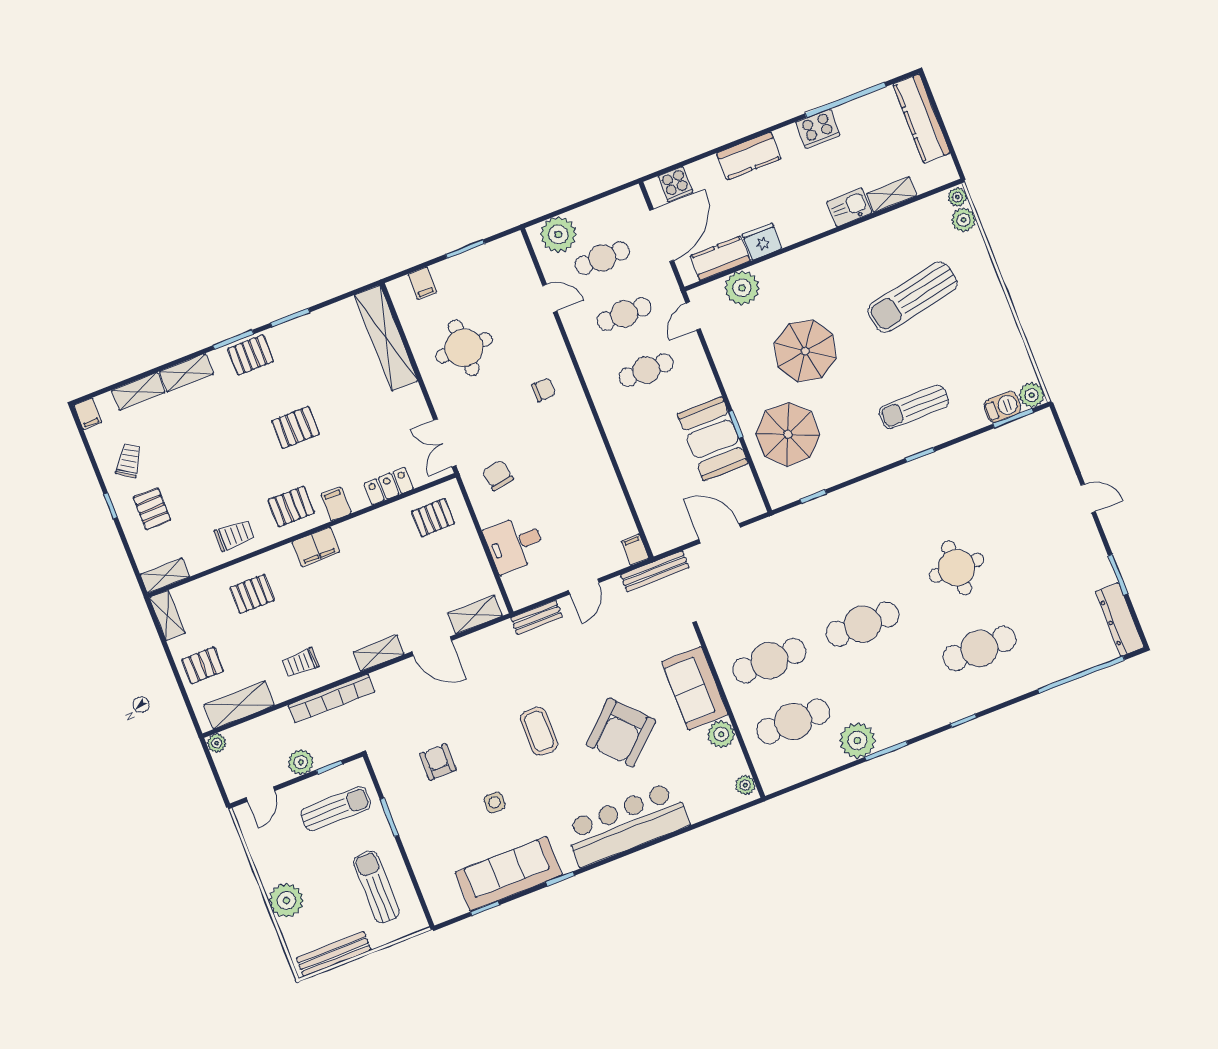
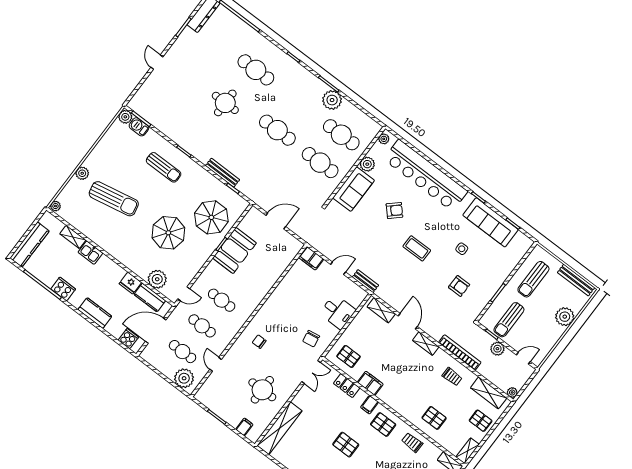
plant: (963, 220) -> (82, 173), moved
door: (720, 533) -> (276, 221), swing flipped
filing cabinet: (316, 547) -> (370, 383), moved
filing cabinet: (635, 550) -> (311, 258), width x2.00
bench: (655, 571) -> (223, 173), moved
coffee table: (539, 731) -> (417, 248), turned 90
armchair: (621, 732) -> (394, 210), width x0.53, depth x0.53
armchair: (438, 762) -> (459, 286), turned -90
sun lounger: (336, 809) -> (509, 320), turned -90
bar counter: (627, 824) -> (426, 175), width x1.36

